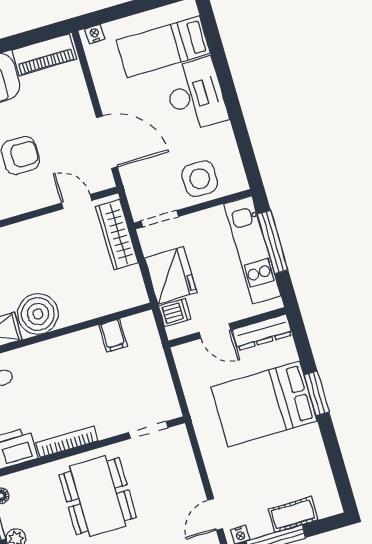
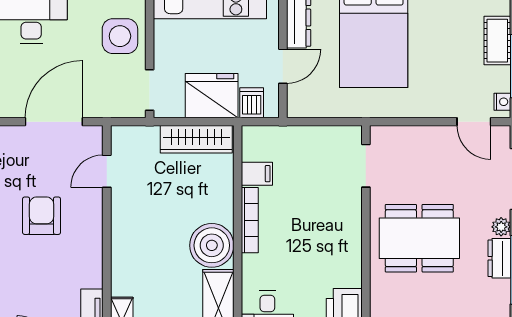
wardrobe: (117, 235) -> (196, 139), moved
bookcase: (67, 442) -> (250, 220), moved, turned 180

